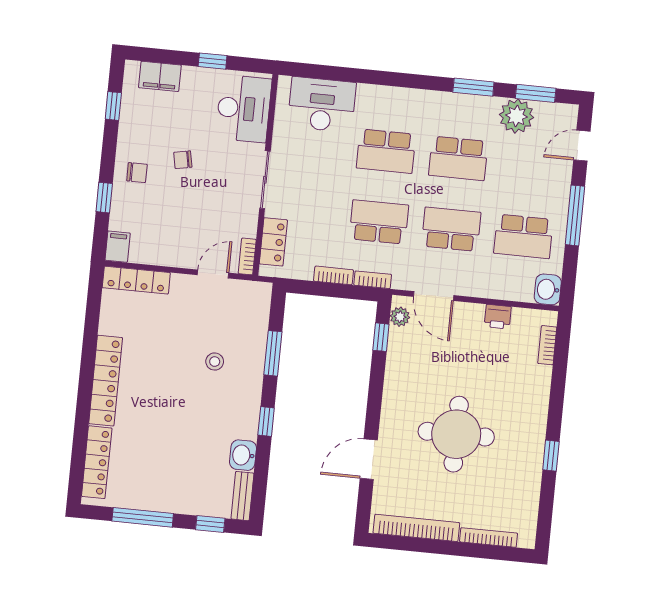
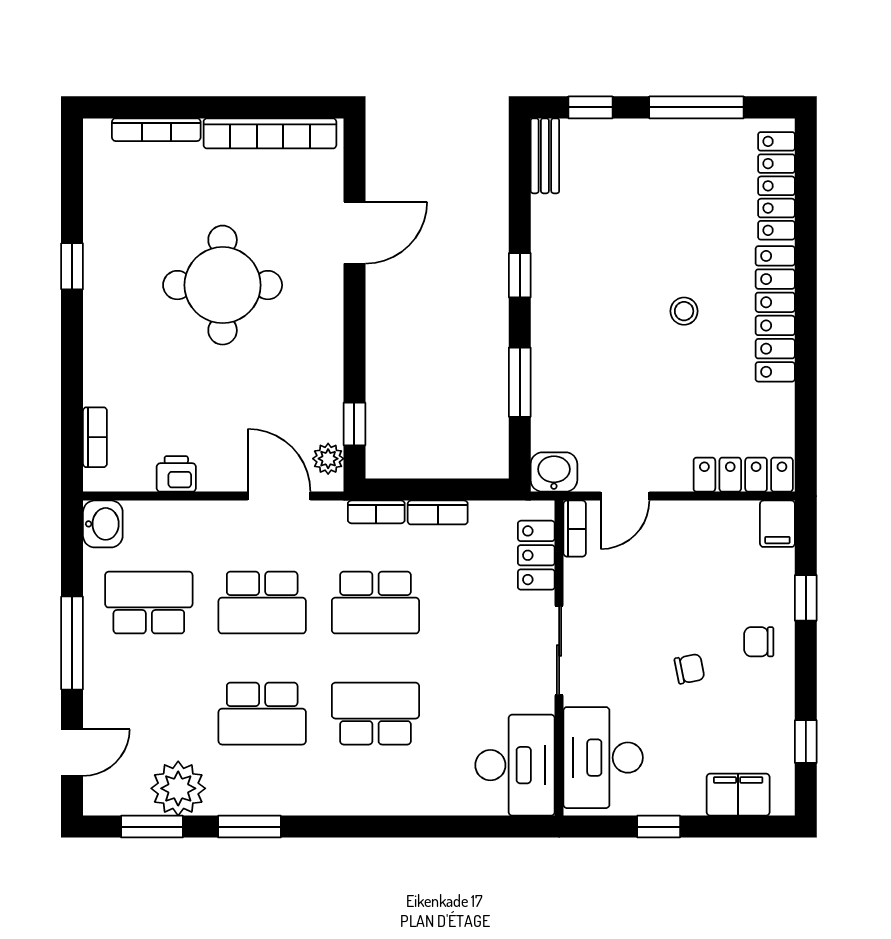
desk: (322, 105) -> (515, 765), moved, turned -90
school desk: (458, 158) -> (262, 714), turned 180
stool: (215, 362) -> (684, 311), moved
washbasin: (243, 455) -> (554, 472), moved, turned -90

